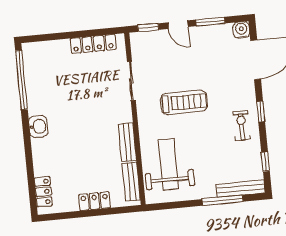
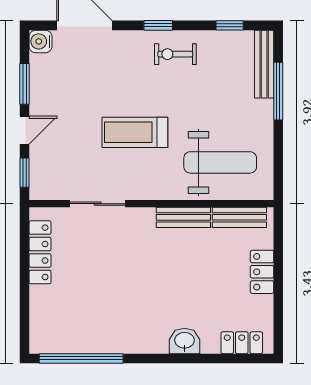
treadmill: (184, 102) -> (135, 132), turned -90
washbasin: (38, 127) -> (184, 341), moved
weight bench: (169, 164) -> (220, 162), turned 180

